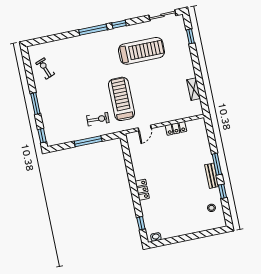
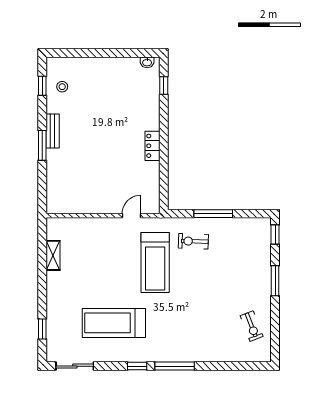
locker: (176, 128) -> (88, 206), removed
locker: (142, 190) -> (152, 146), moved
window: (222, 191) -> (42, 86), moved

